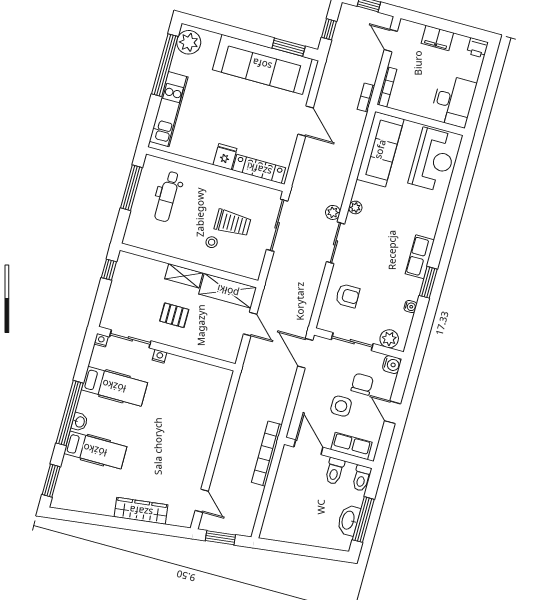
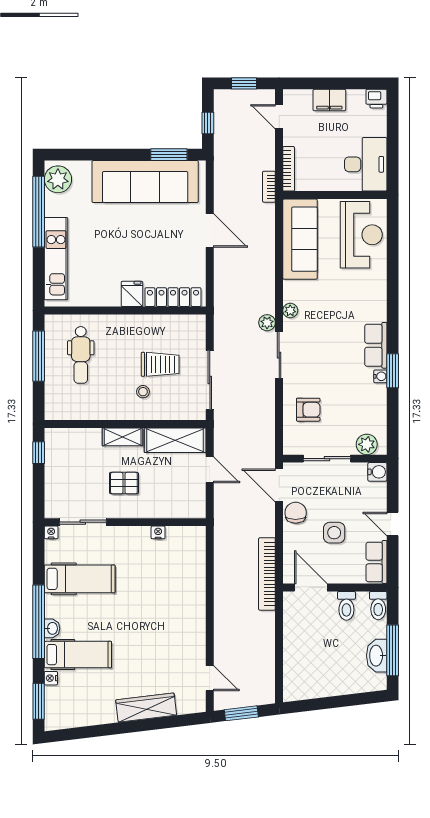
sliding door: (277, 225) -> (210, 380), moved
water cooler: (410, 307) -> (380, 376), moved
nightstand: (160, 356) -> (158, 532), moved
chair: (362, 384) -> (296, 513), moved
row of seats: (351, 446) -> (376, 562), moved, turned -90
bookcase: (267, 454) -> (267, 574), moved
nightstand: (67, 464) -> (51, 678), added

